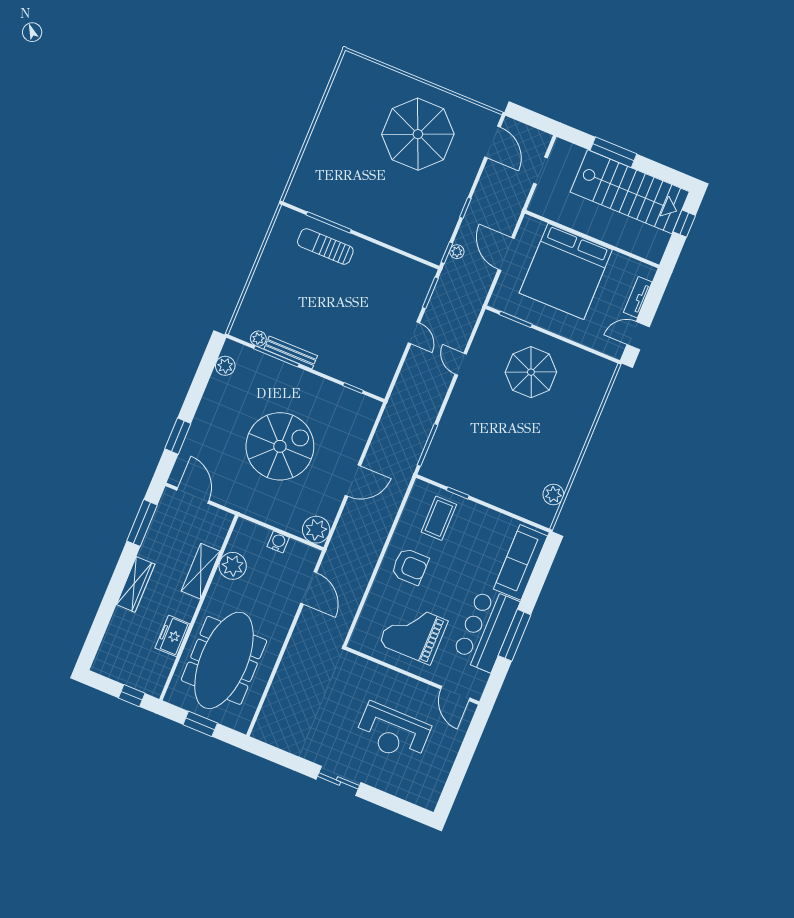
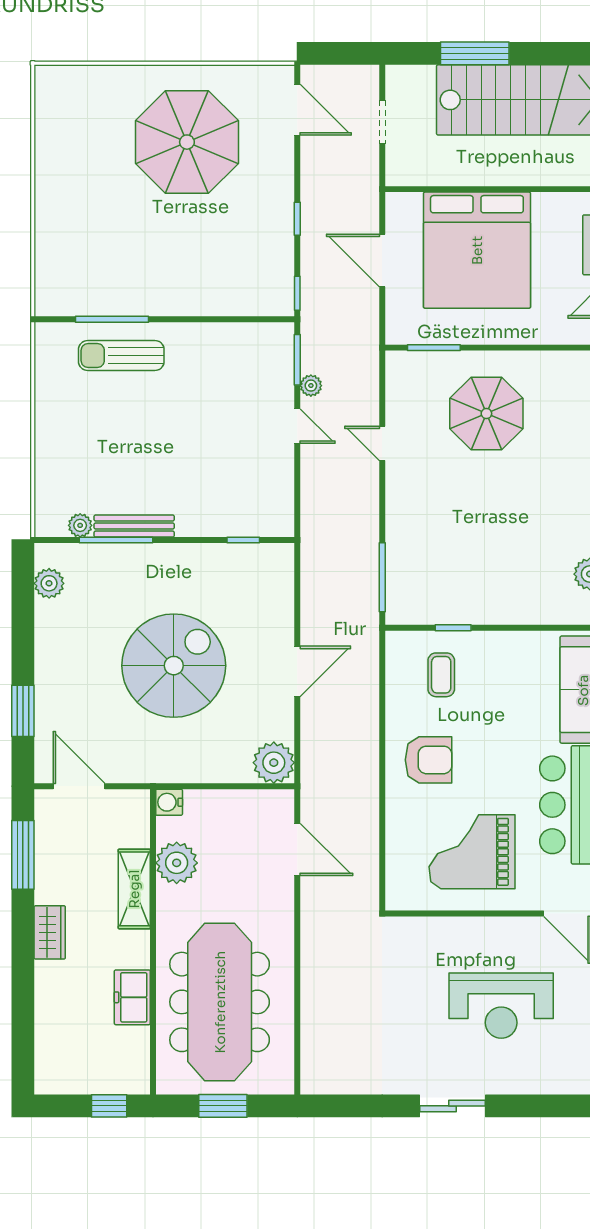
plant: (457, 252) -> (311, 386), moved
coffee table: (439, 518) -> (441, 675), width x0.73, depth x0.77
water cooler: (278, 542) -> (169, 802), moved, turned -90
wardrobe: (136, 584) -> (50, 932), width x0.67

